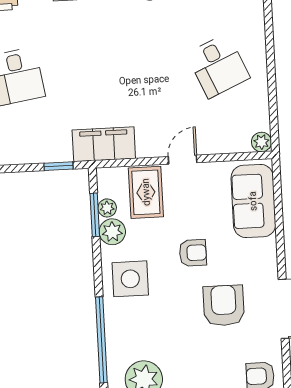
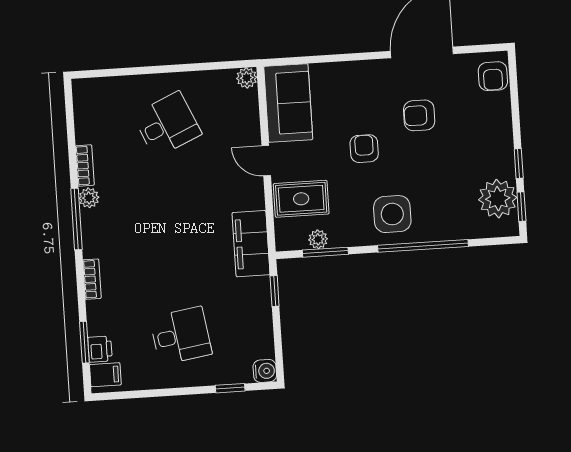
sofa: (253, 201) -> (288, 103), moved, turned -90
plant: (112, 232) -> (343, 234), removed
armchair: (224, 306) -> (419, 115), width x0.72, depth x0.72
window: (101, 340) -> (423, 246), moved

